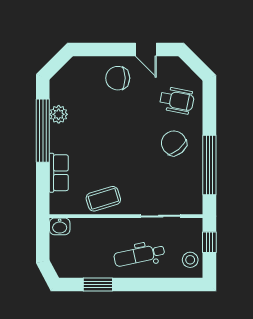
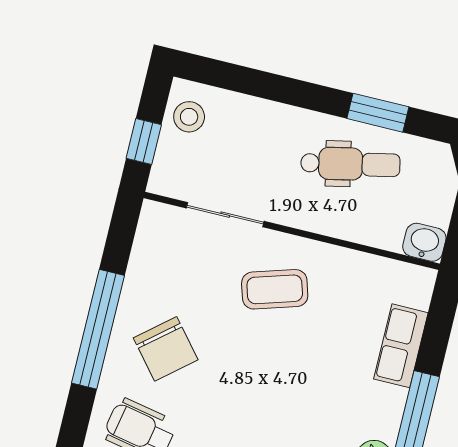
window: (209, 165) -> (98, 329), moved
coffee table: (103, 199) -> (275, 289), moved
dental chair: (139, 255) -> (350, 164), moved

